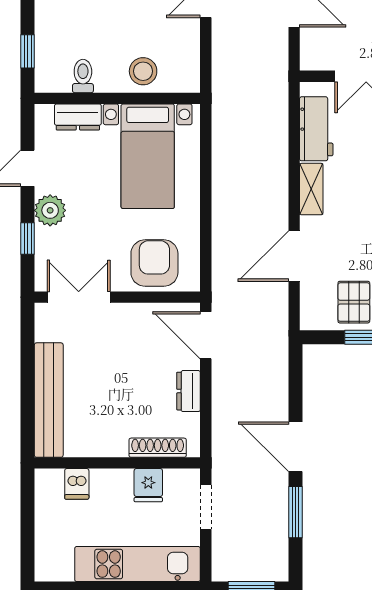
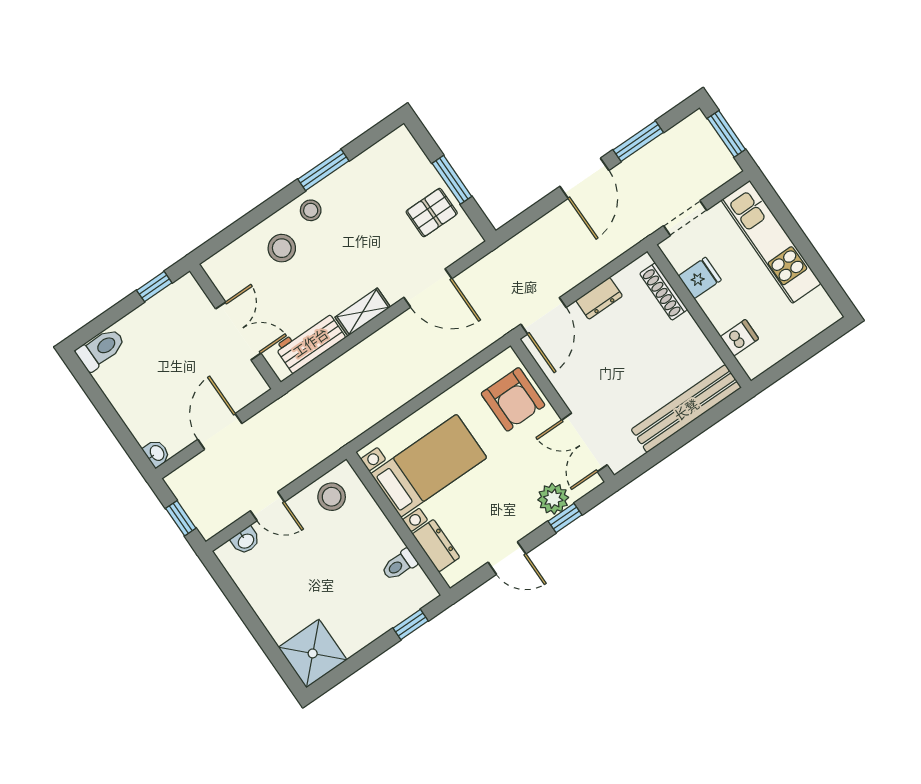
stool: (143, 71) -> (332, 497), moved
plant: (50, 210) -> (553, 499), moved
armchair: (154, 263) -> (513, 399), turned -90

